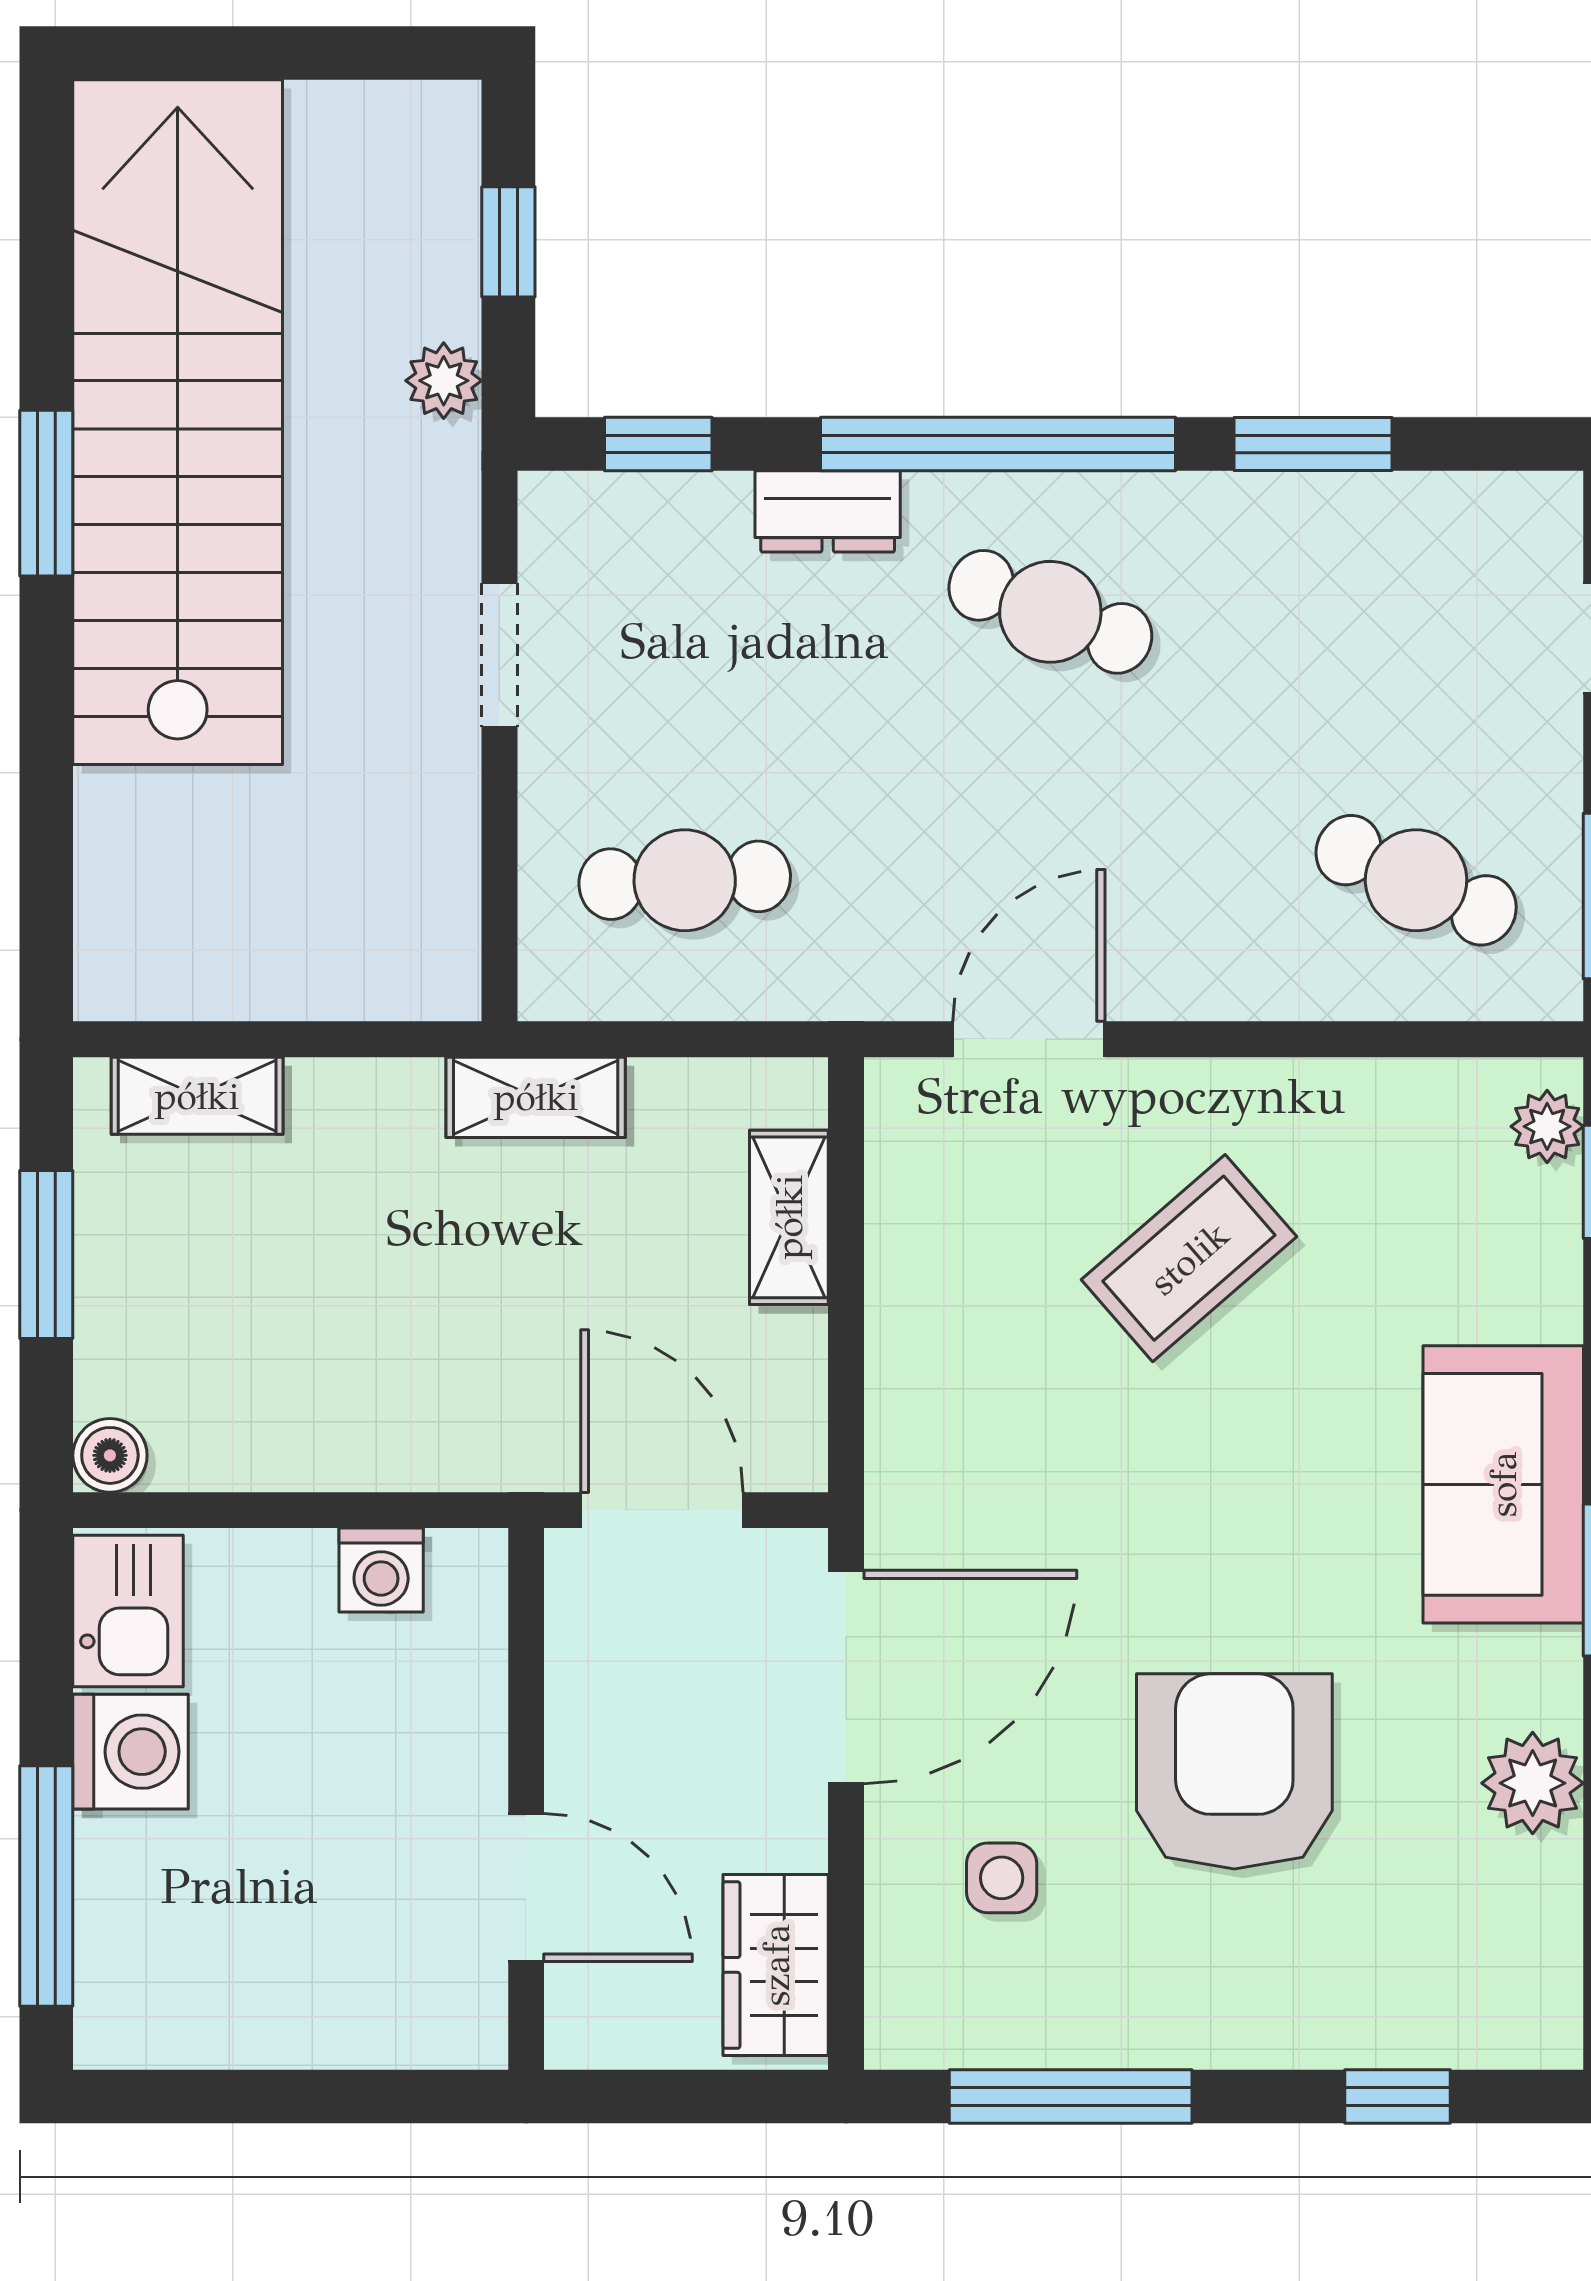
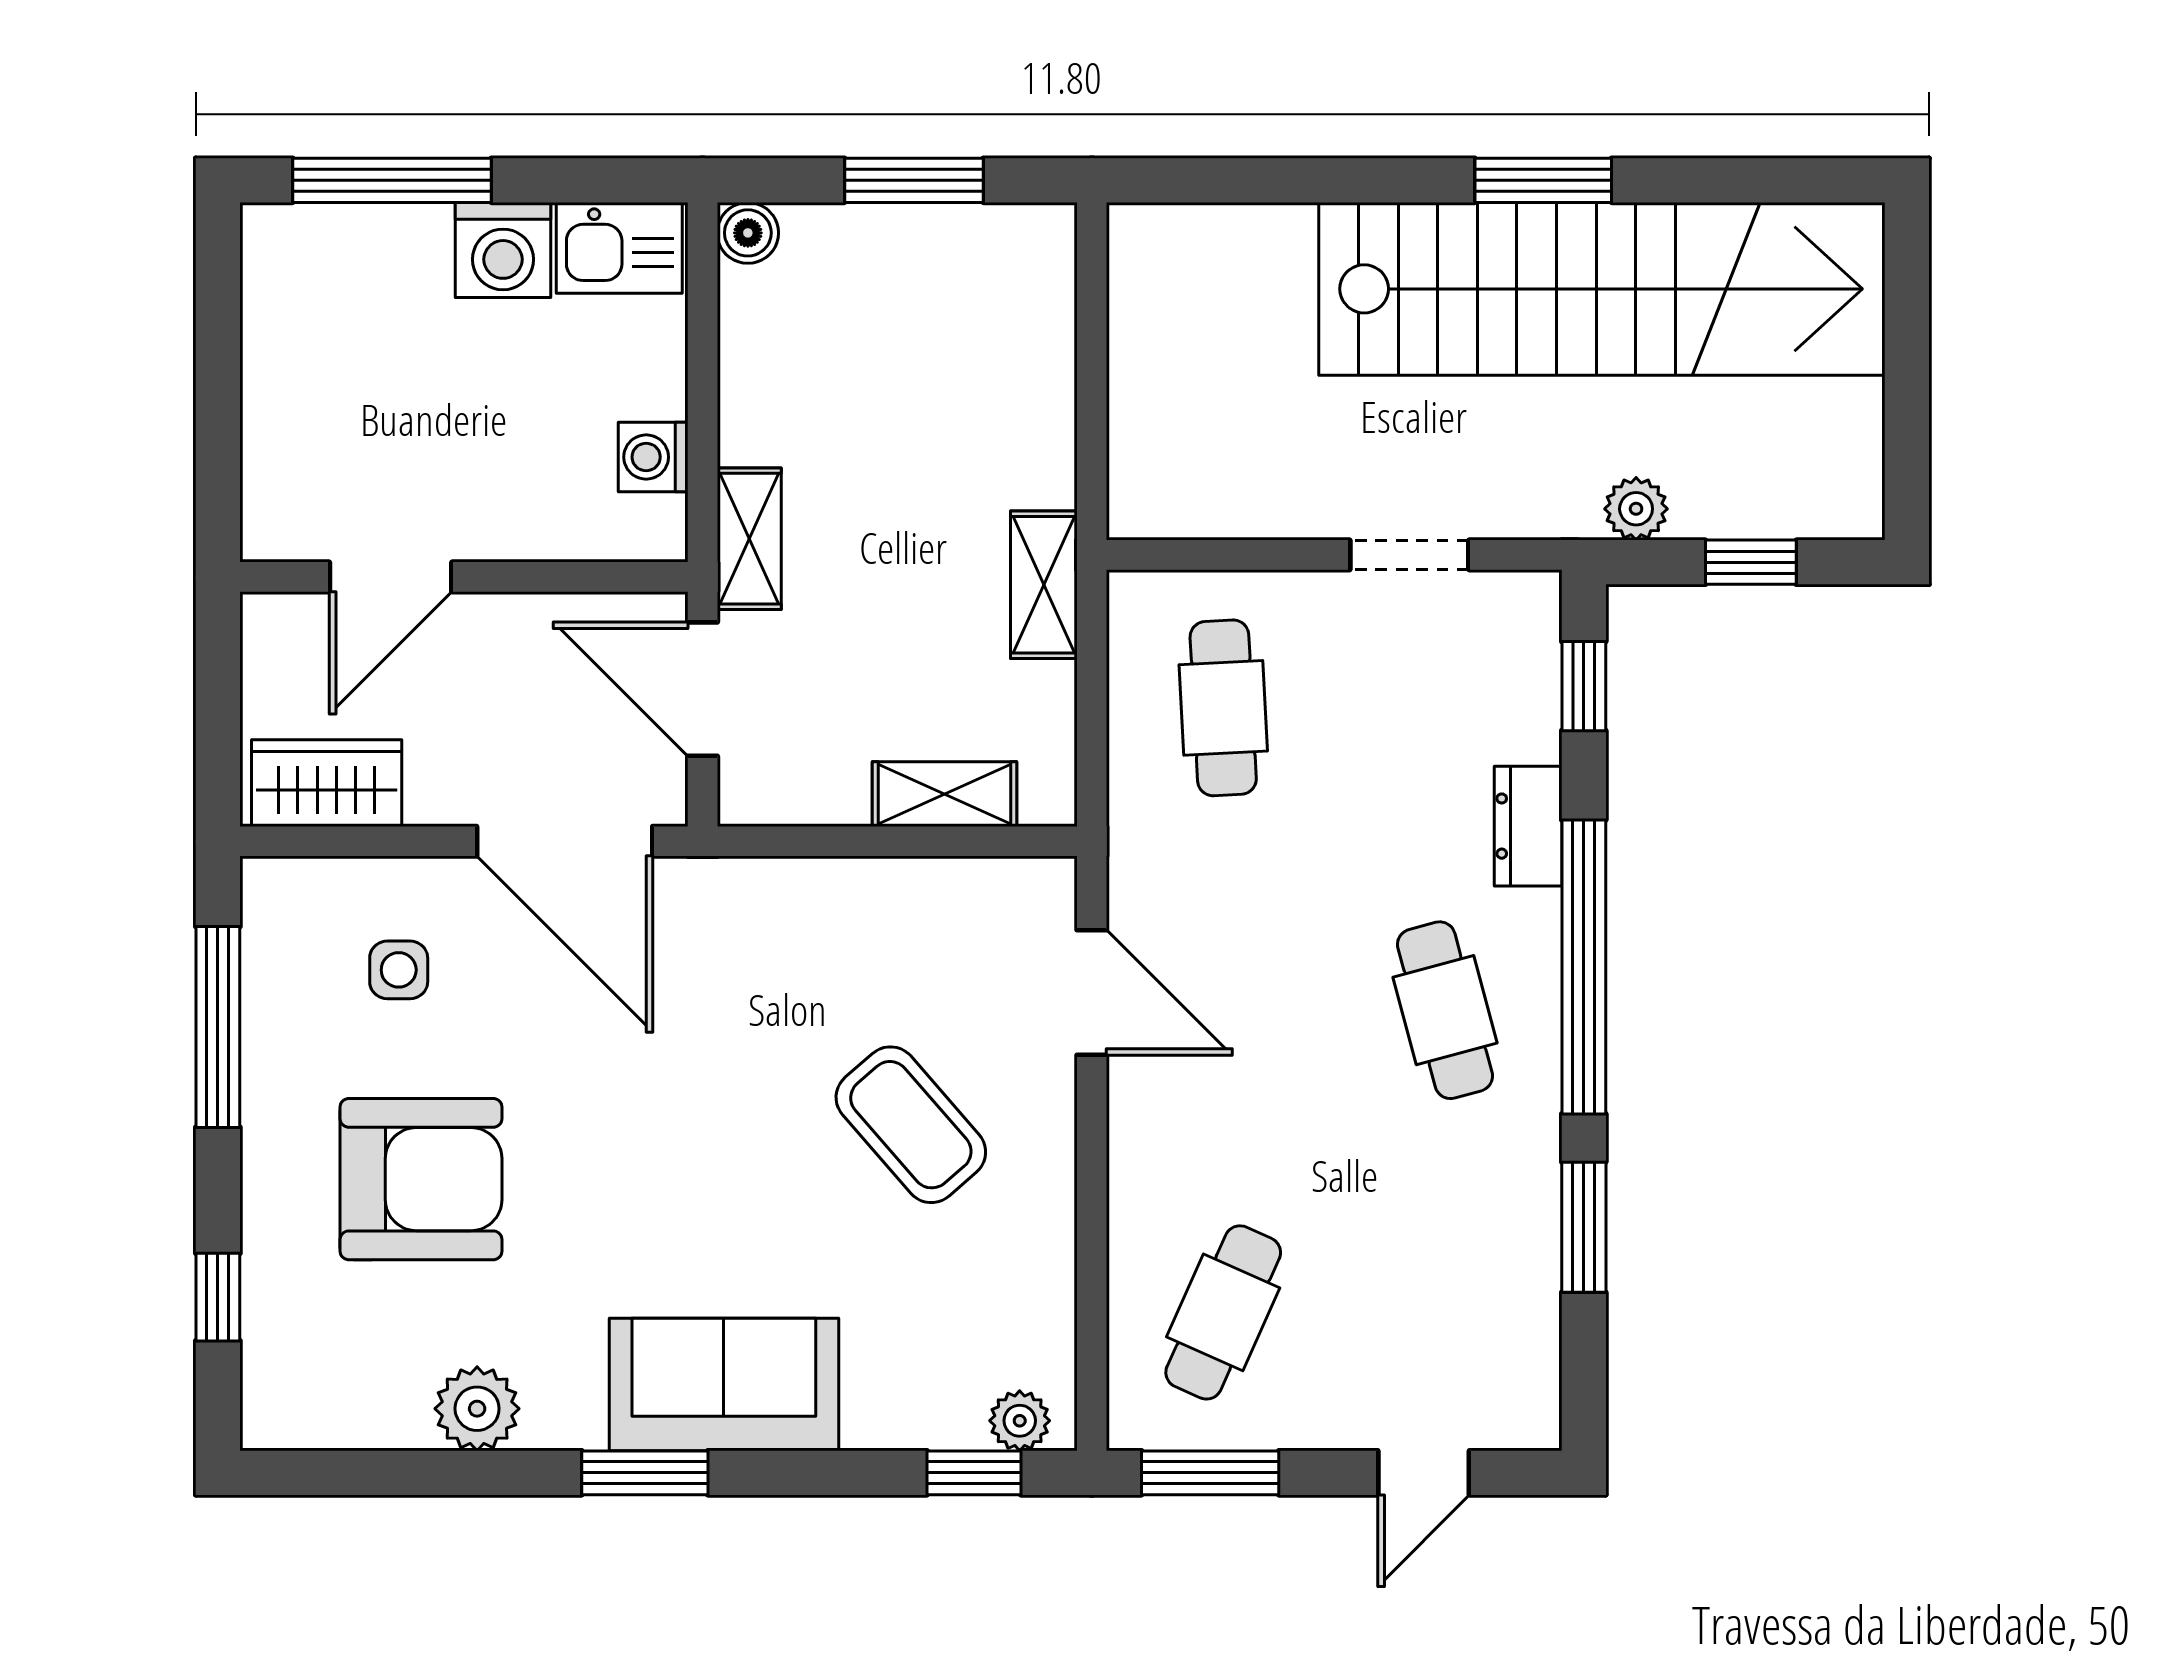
cafe table: (1050, 612) -> (1445, 1010), turned -36
shelving: (197, 1096) -> (749, 539), moved
door: (662, 1510) -> (703, 689), swing flipped
armchair: (1234, 1771) -> (421, 1179), moved

